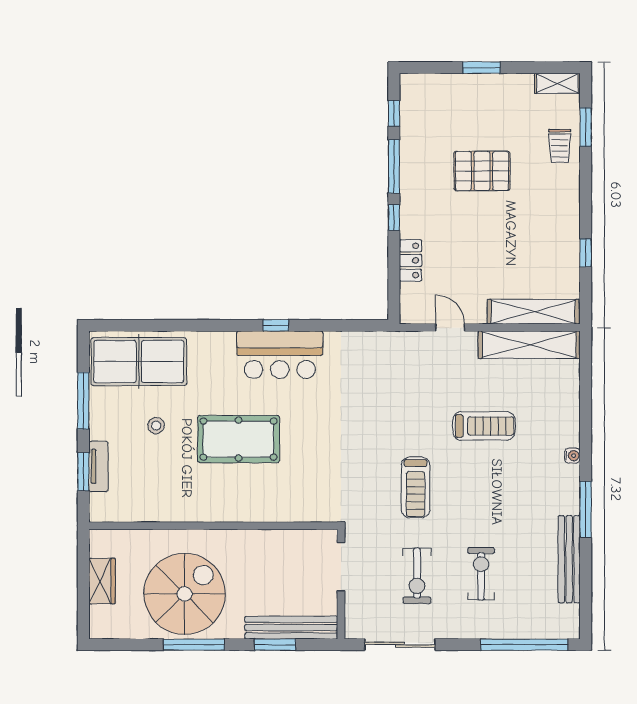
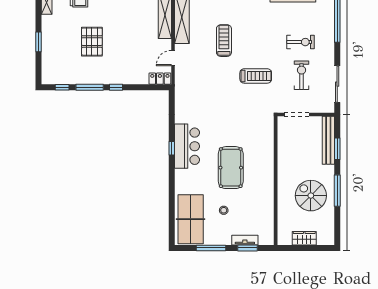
locker: (411, 260) -> (160, 79), moved
exercise bike: (481, 574) -> (300, 42), turned 180
exercise bike: (417, 576) -> (302, 75), turned -90
spiral stairs: (185, 594) -> (311, 196), width x0.73, depth x0.73

